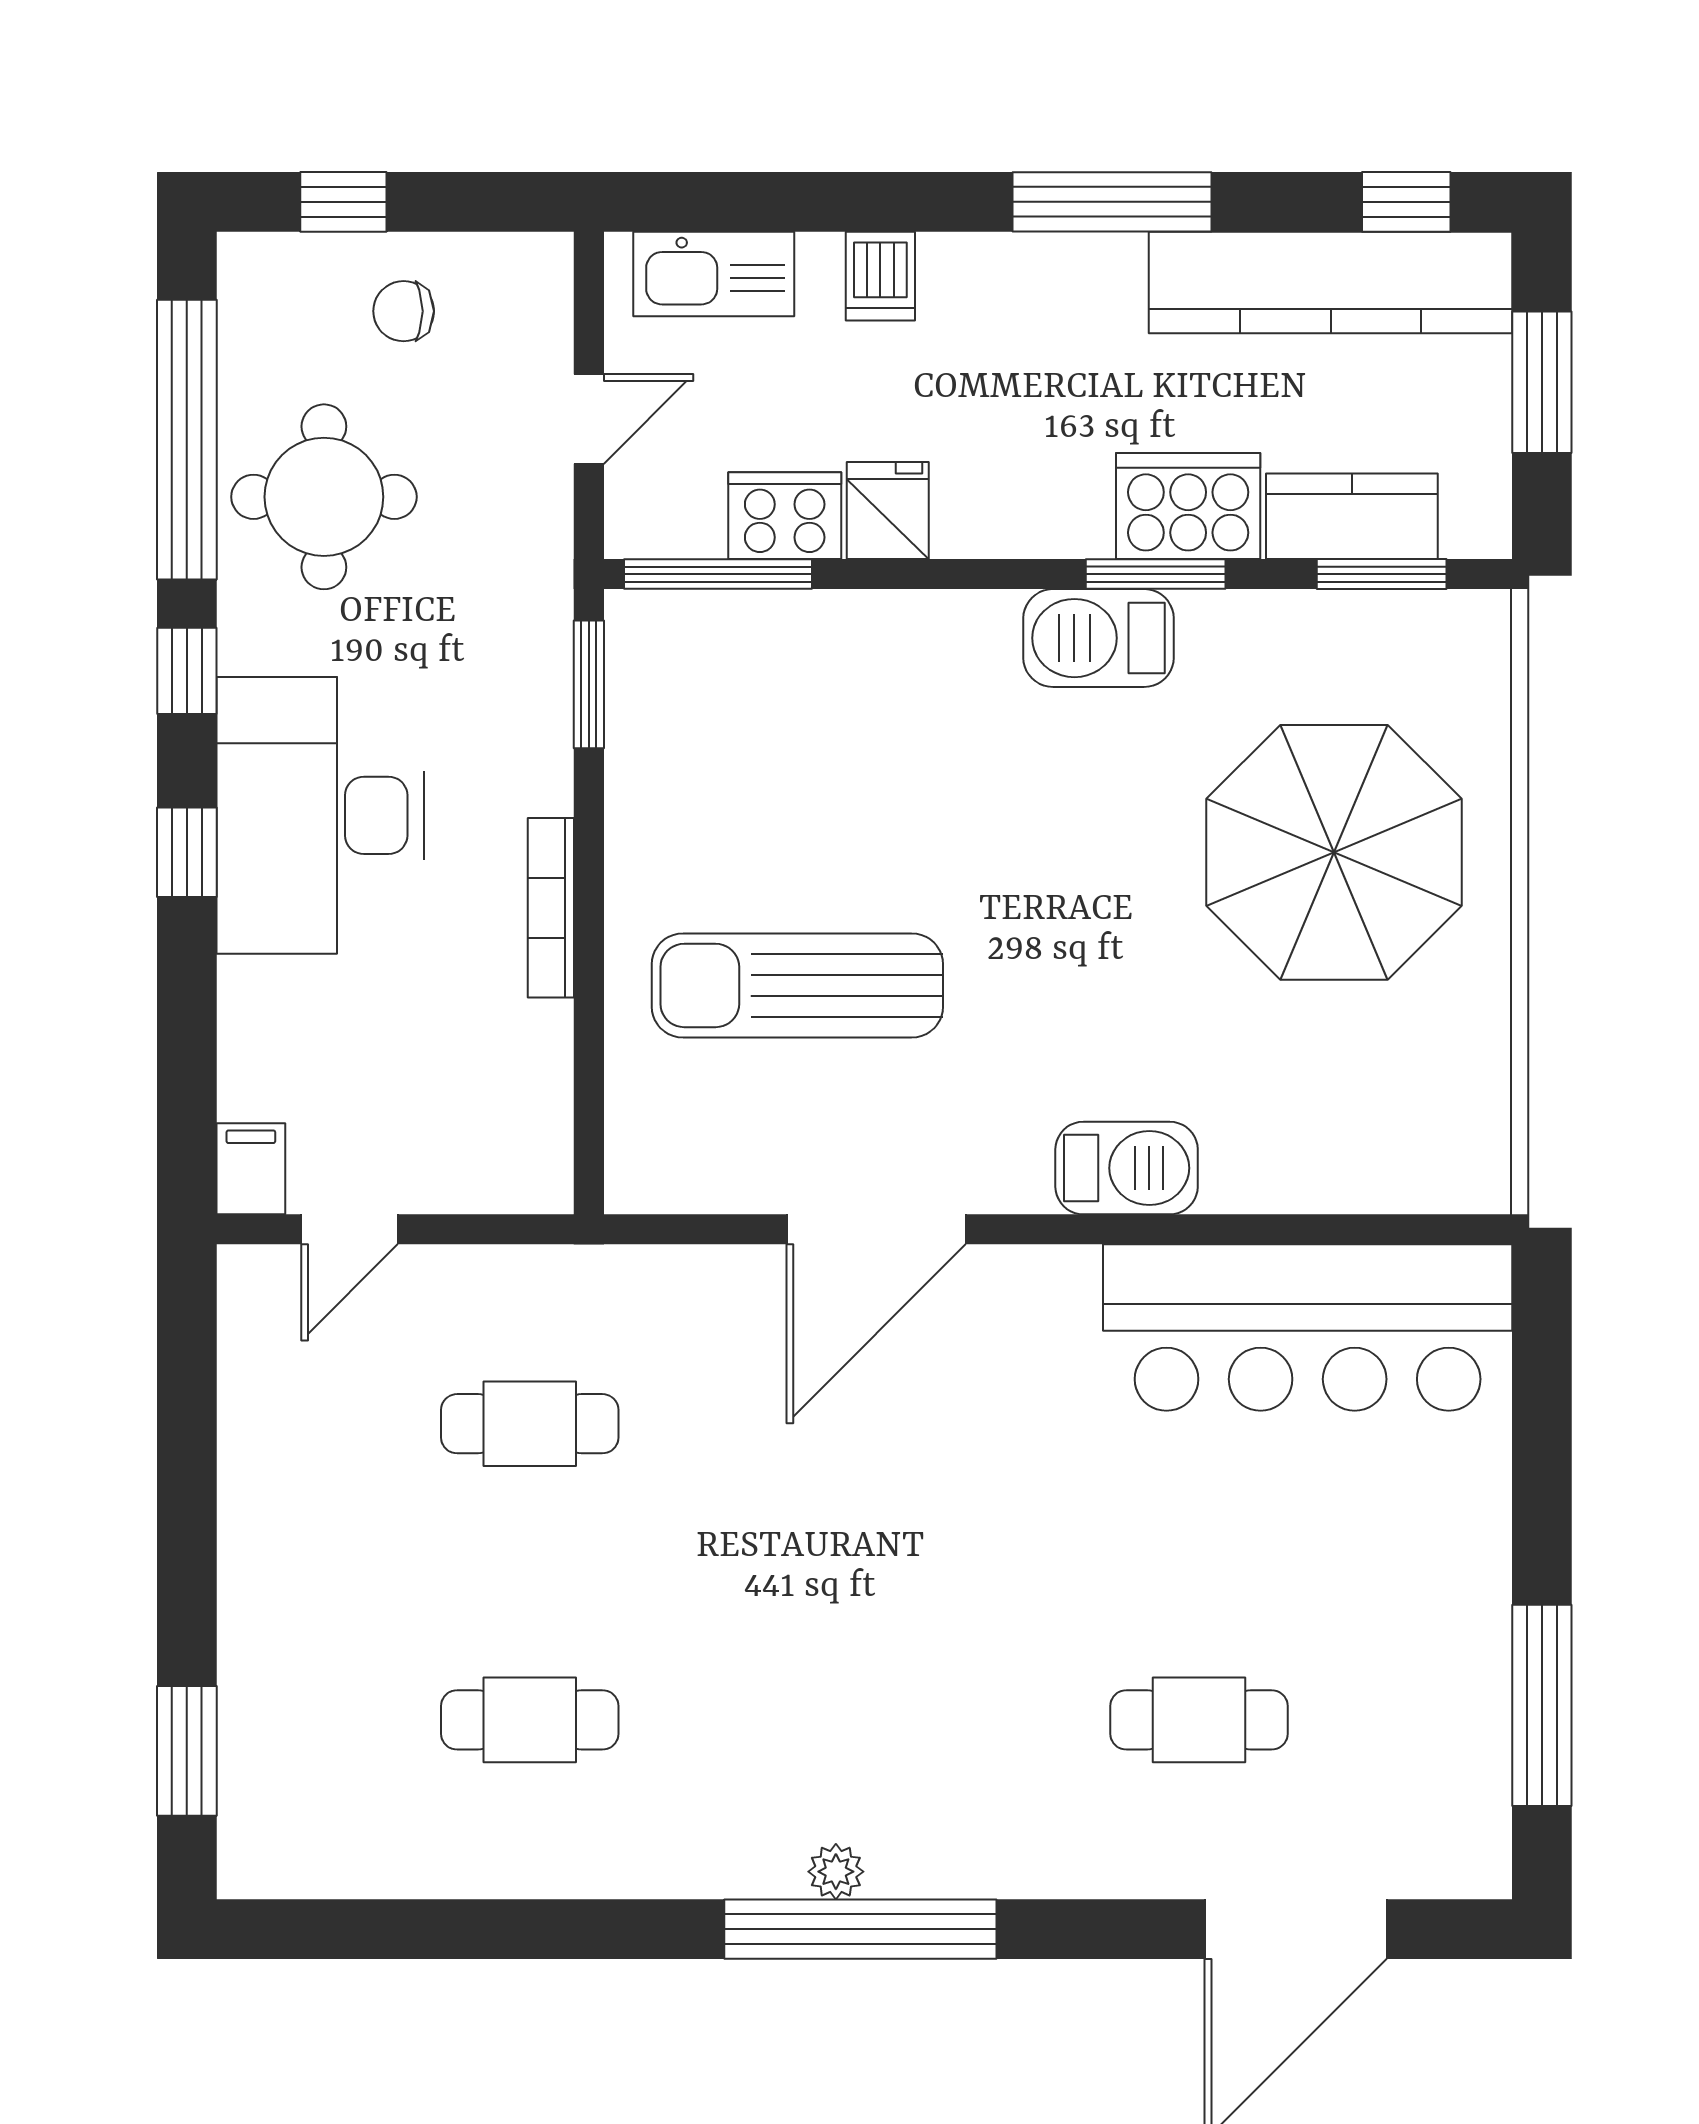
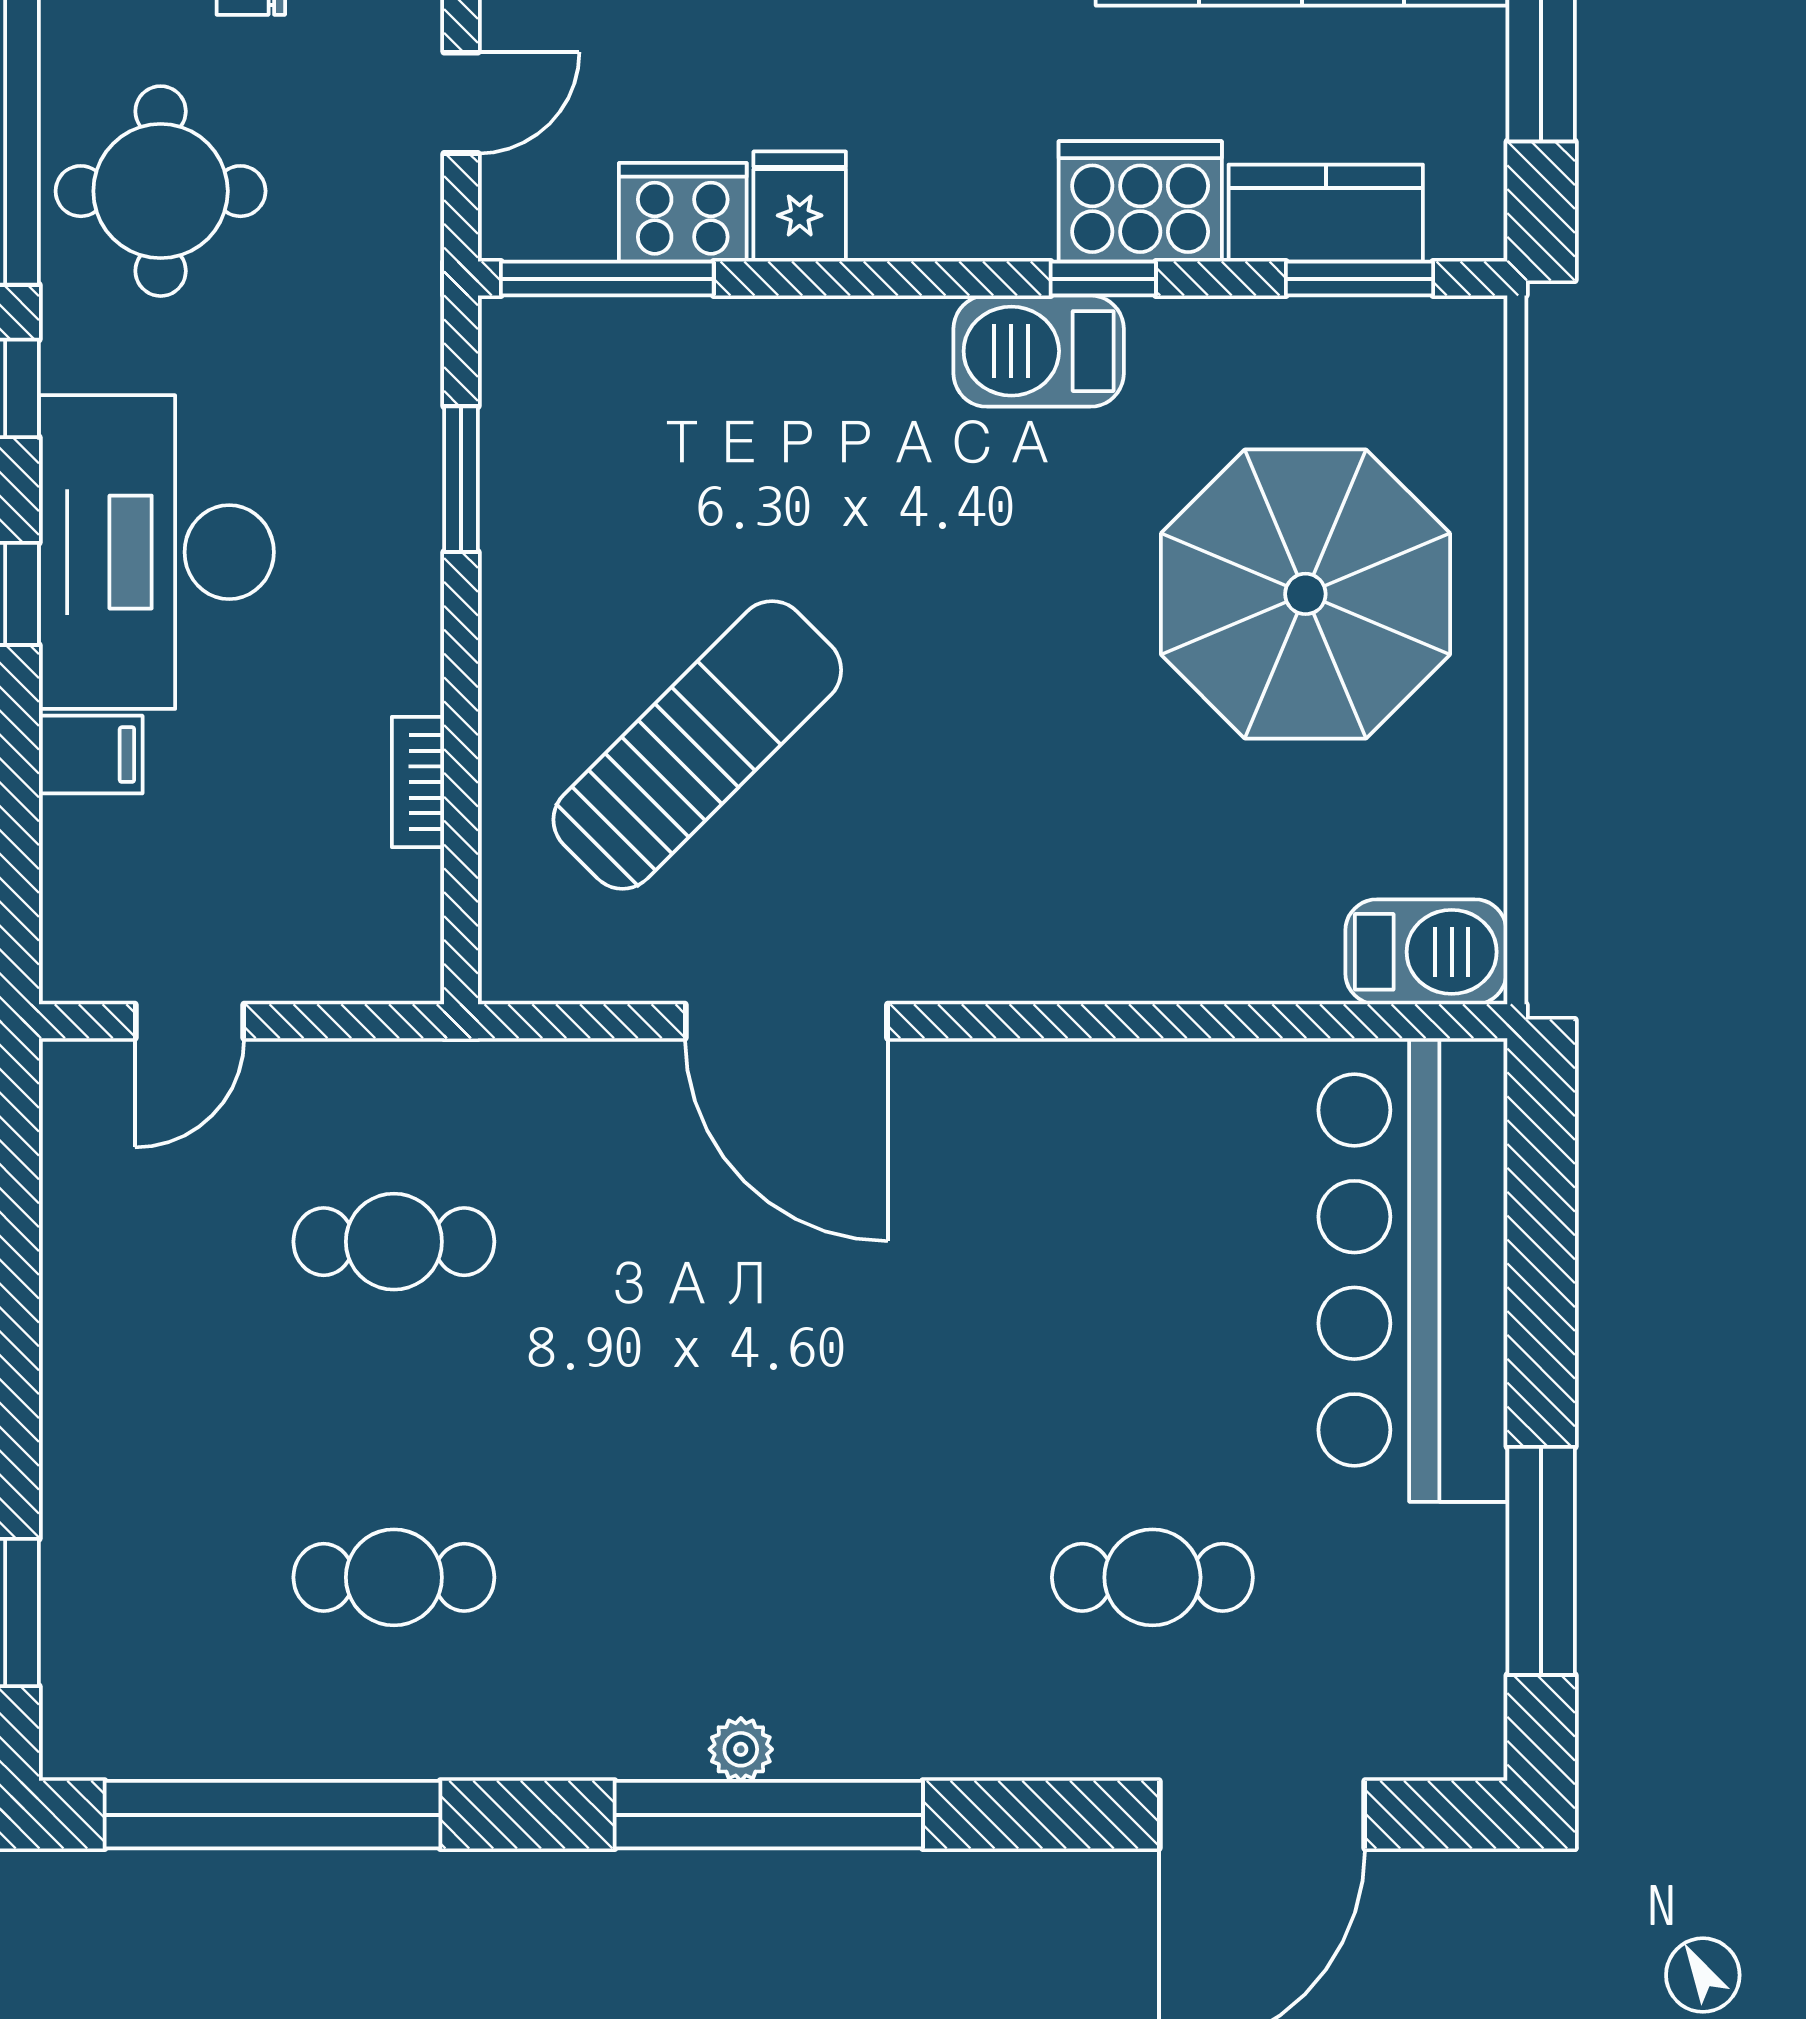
window: (1156, 574) -> (1103, 279), width x0.67
window: (589, 684) -> (461, 479), moved
bookcase: (551, 908) -> (418, 782), moved, width x0.64
sun lounger: (797, 985) -> (697, 745), turned 135
barbecue: (1127, 1168) -> (1426, 952), moved
filing cabinet: (251, 1169) -> (91, 755), moved, turned 90
door: (876, 1229) -> (786, 1021), hinge flipped
bar counter: (1308, 1328) -> (1413, 1270), moved, turned 90
window: (423, 1929) -> (272, 1815), added

